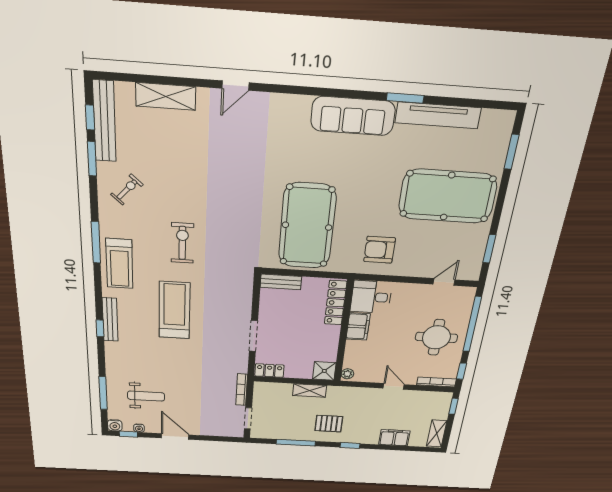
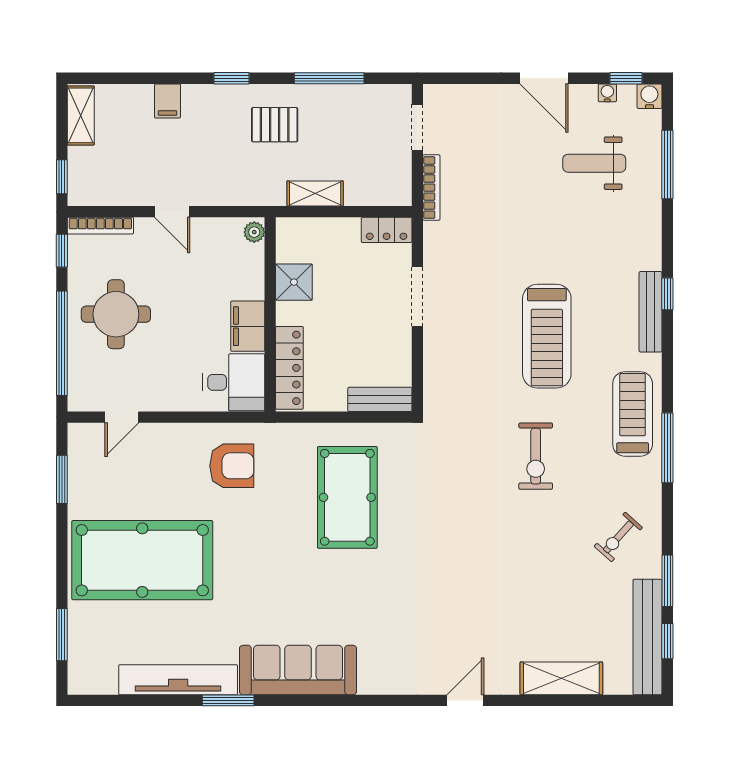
pool table: (307, 226) -> (347, 497), width x0.73, depth x0.76
shower: (324, 371) -> (294, 282), moved
filing cabinet: (394, 438) -> (167, 101), width x0.50

